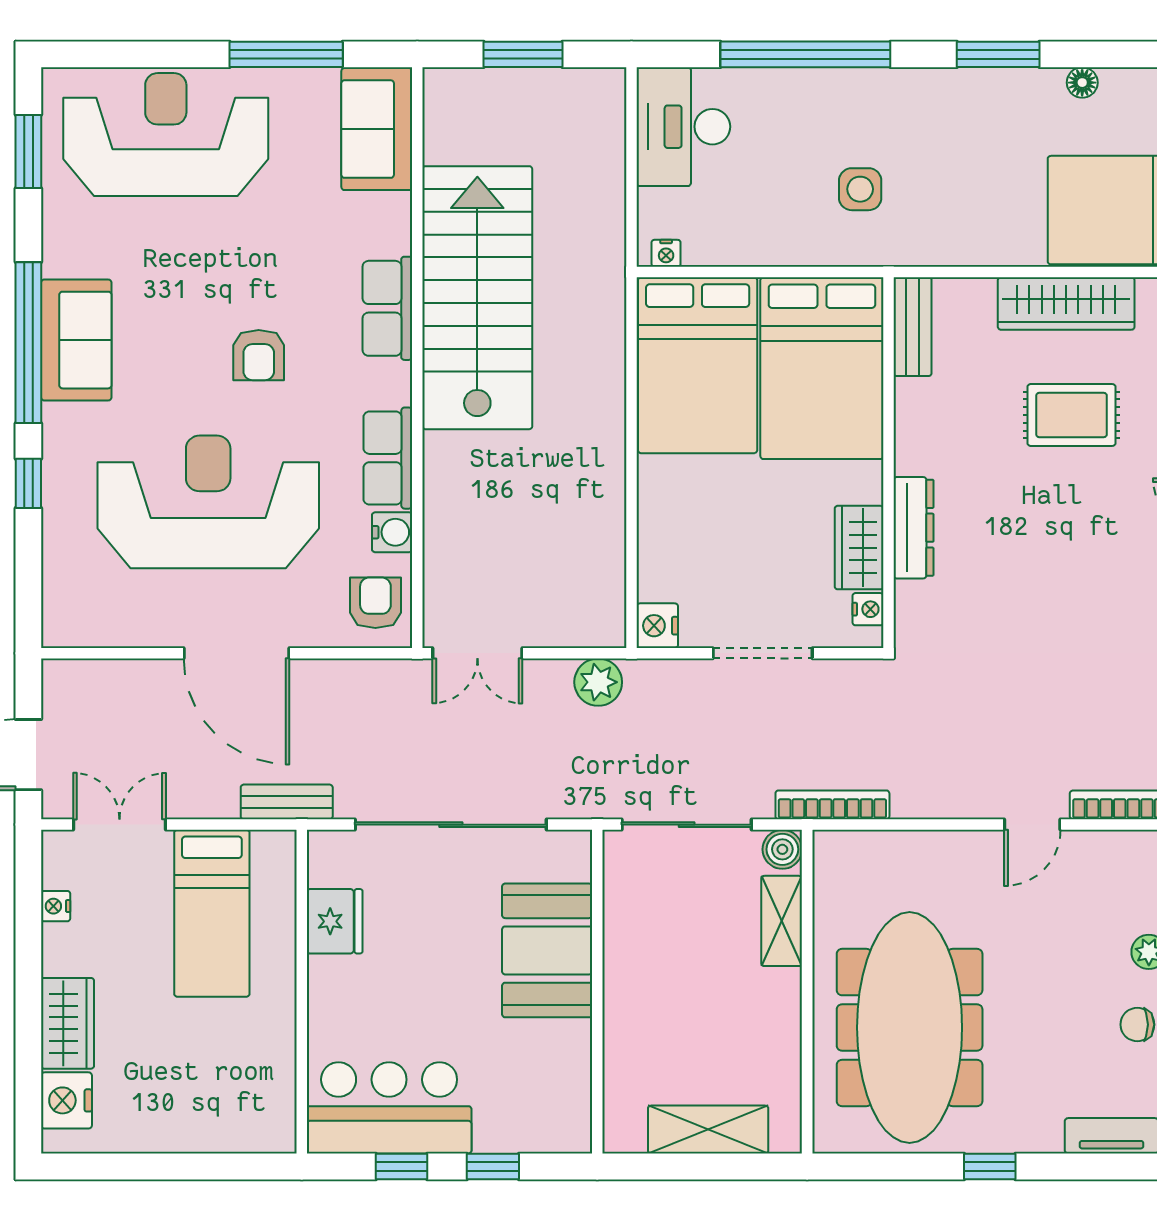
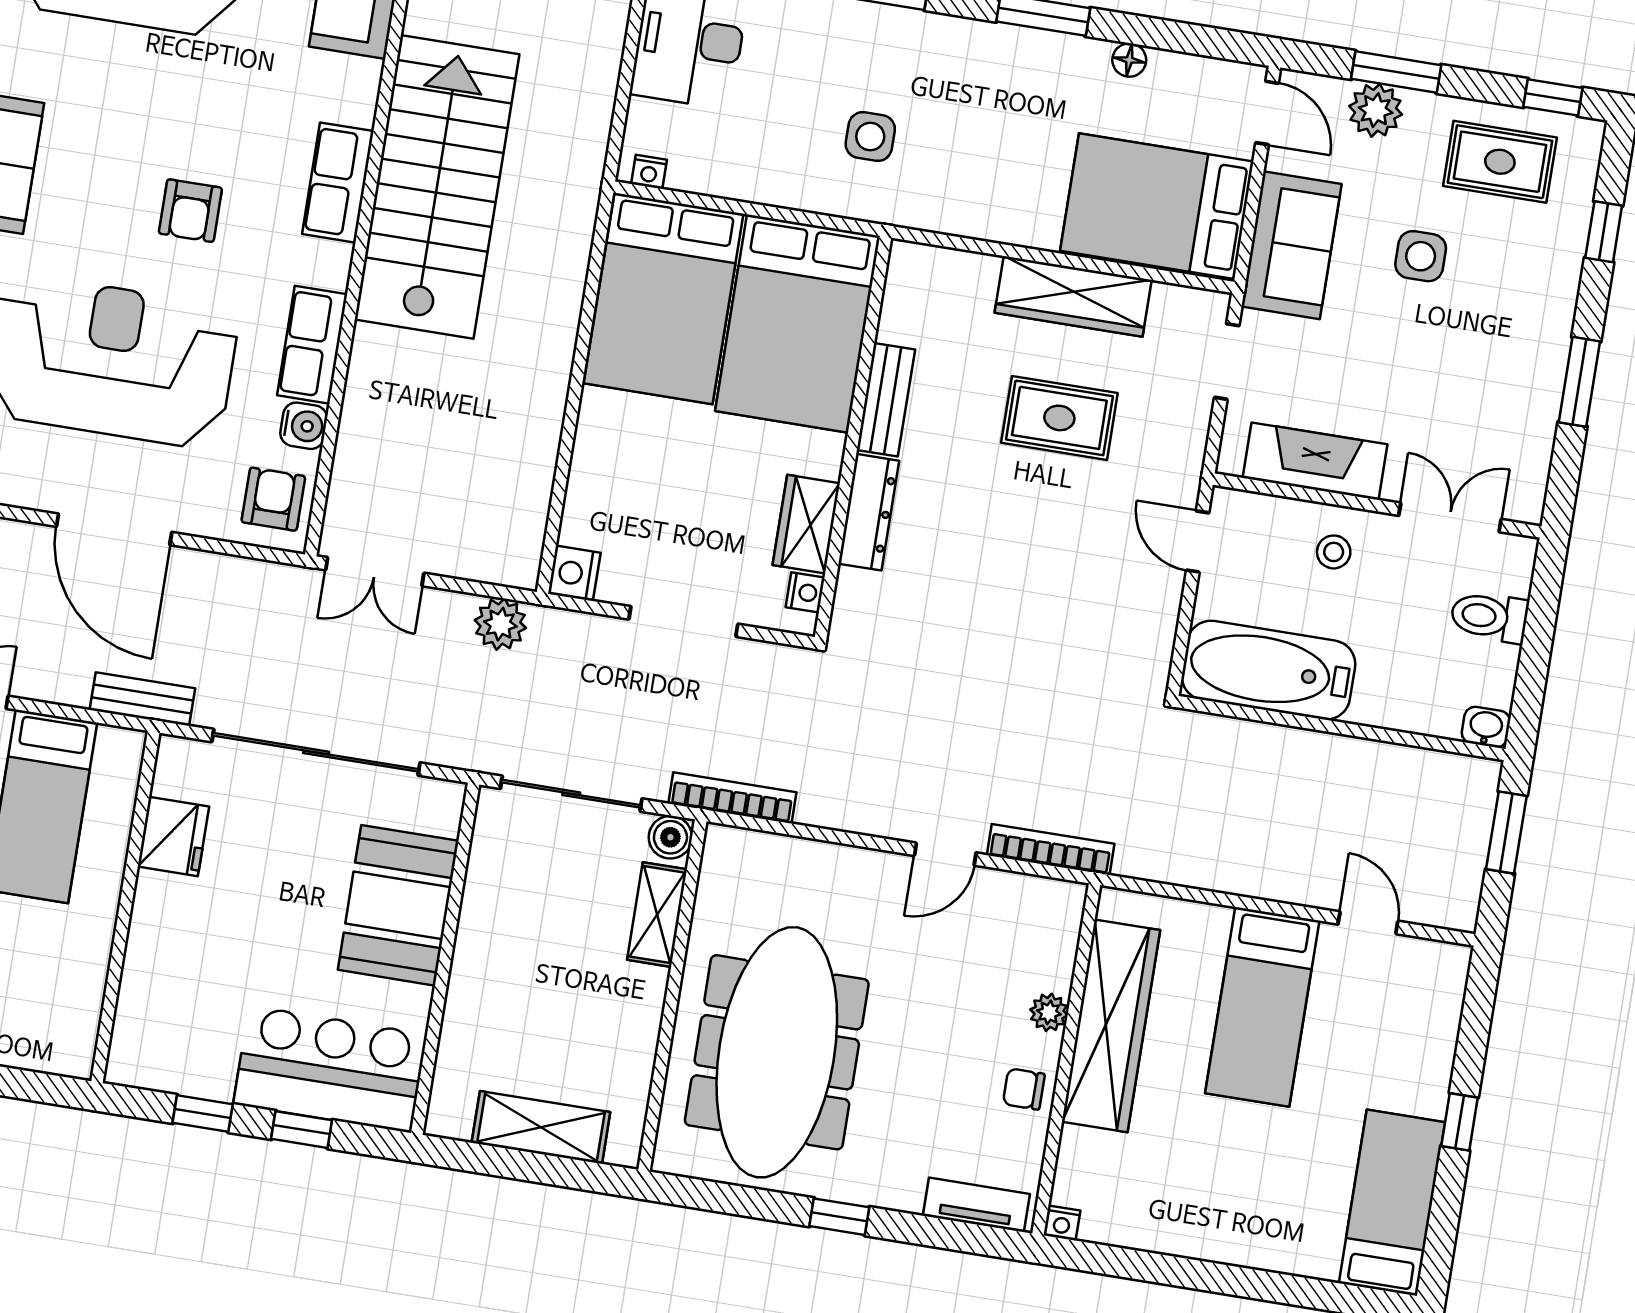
bench: (913, 327) -> (886, 400), moved
bar counter: (389, 1108) -> (330, 1069), moved

